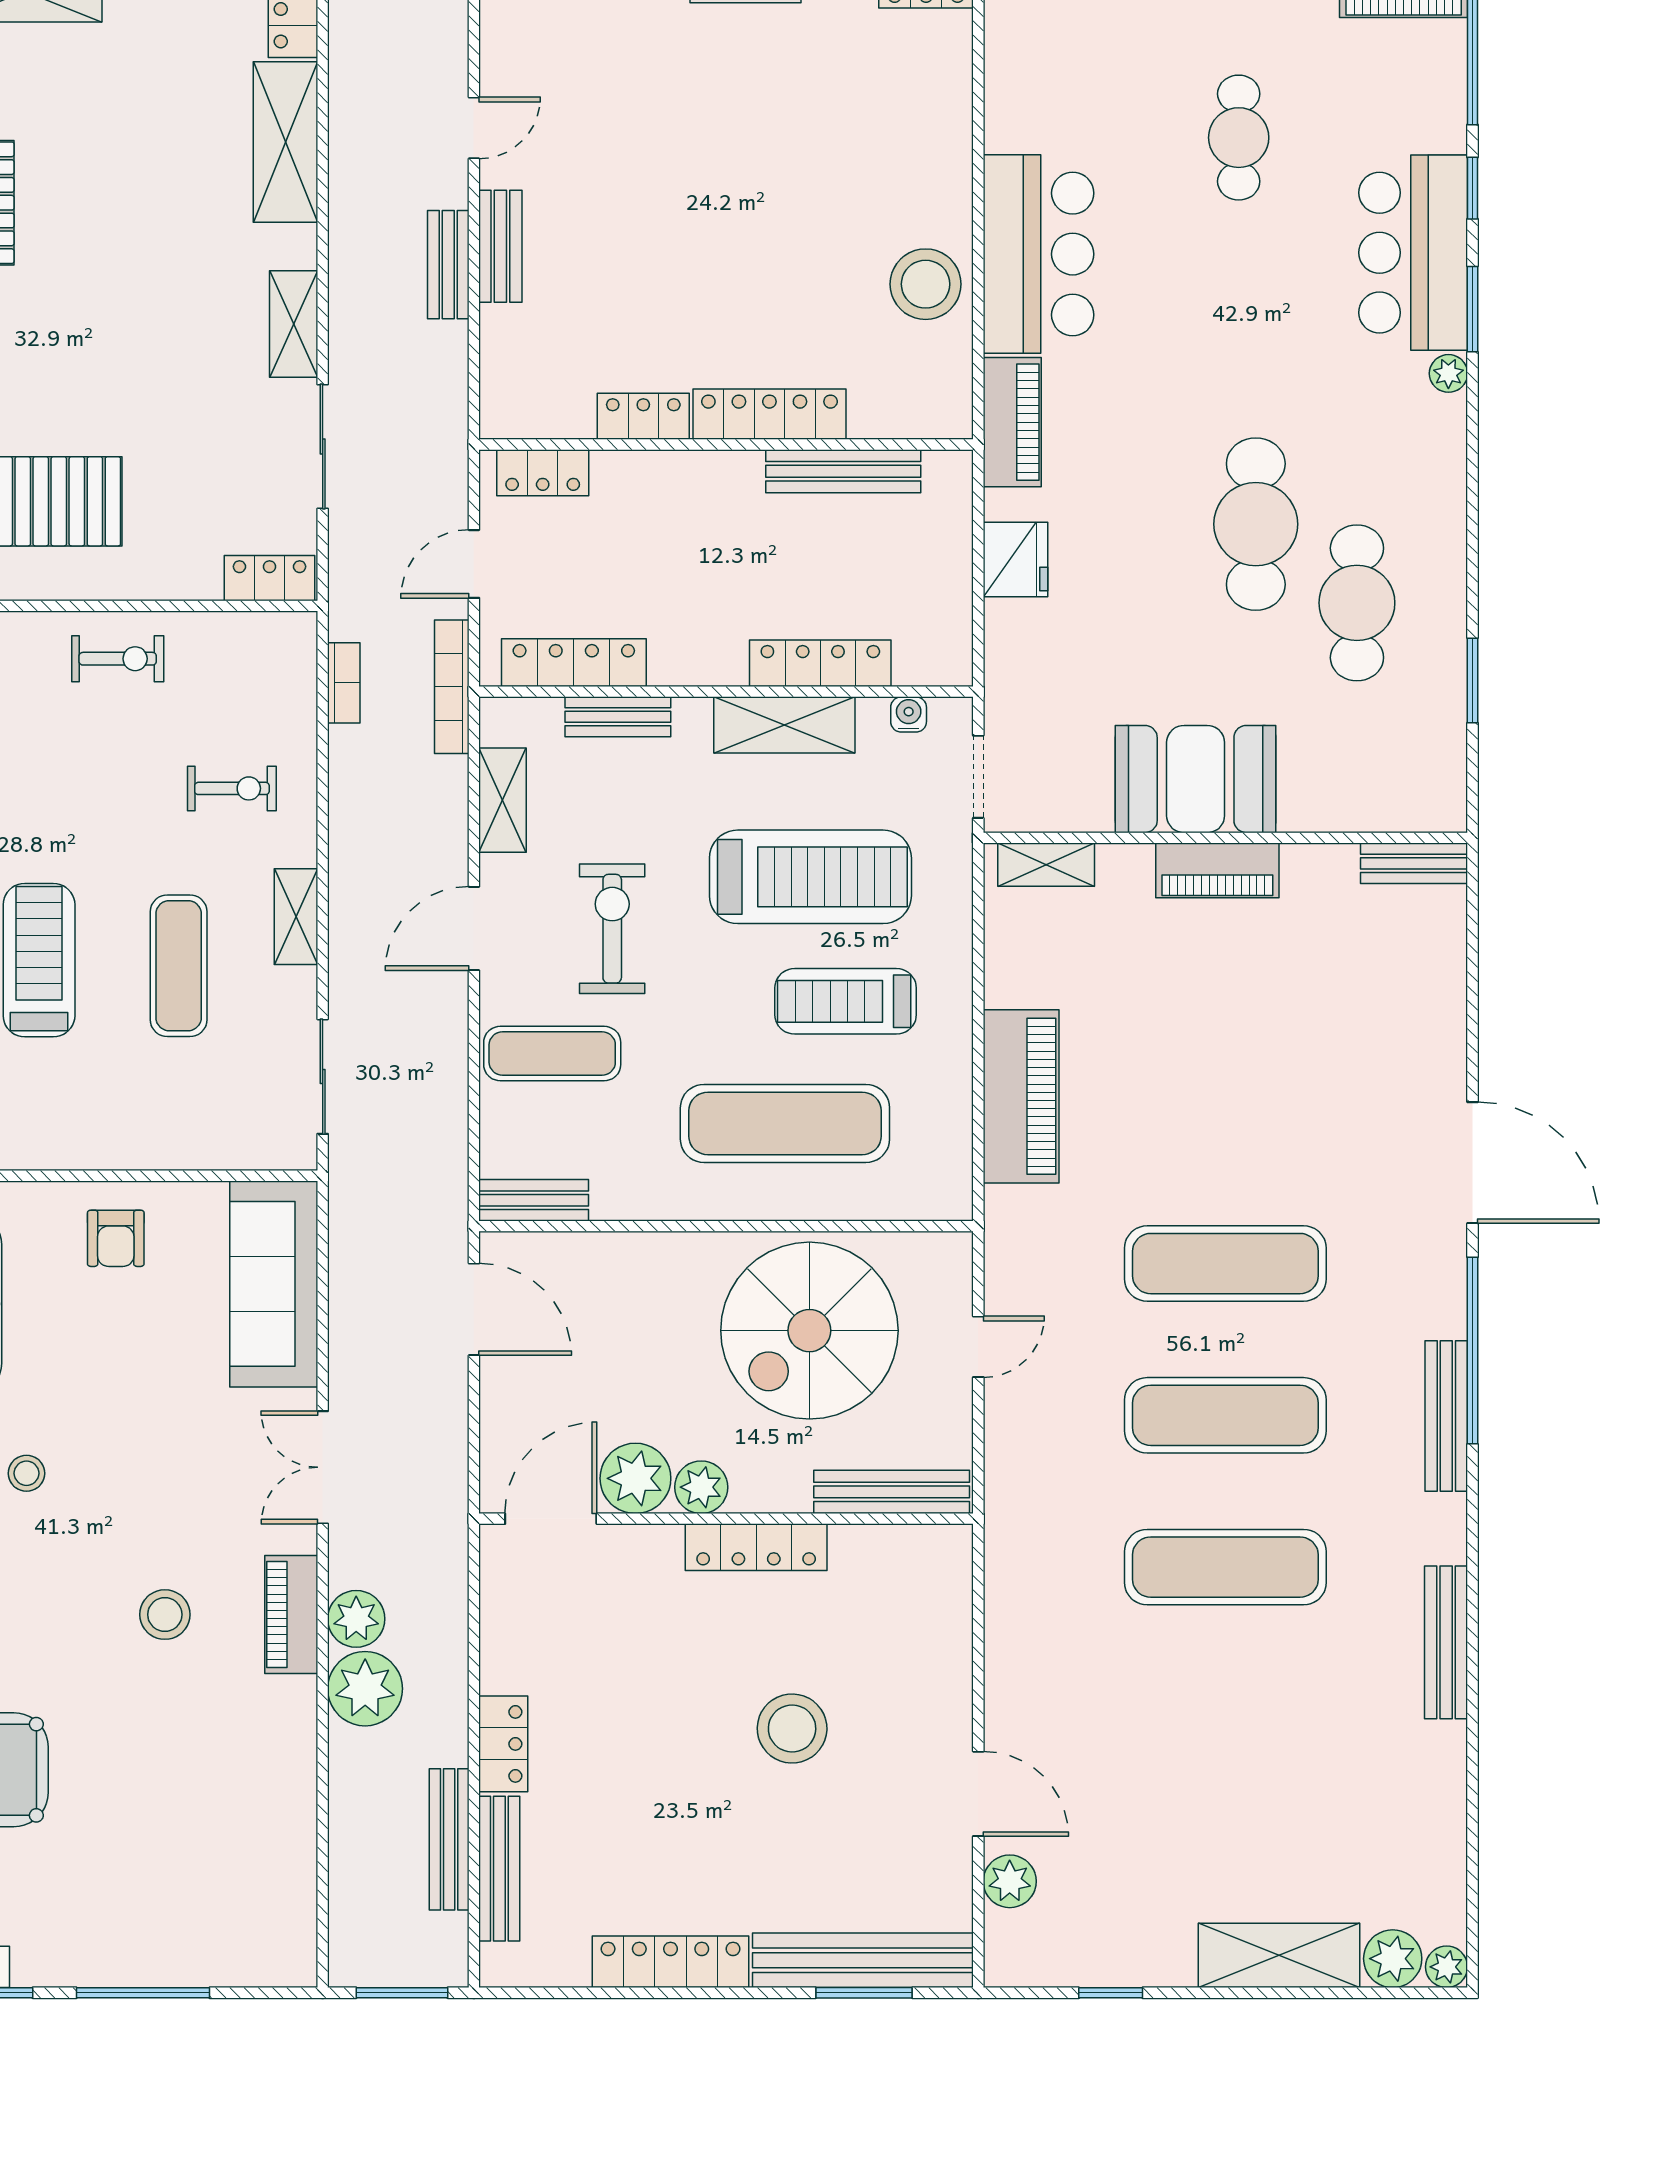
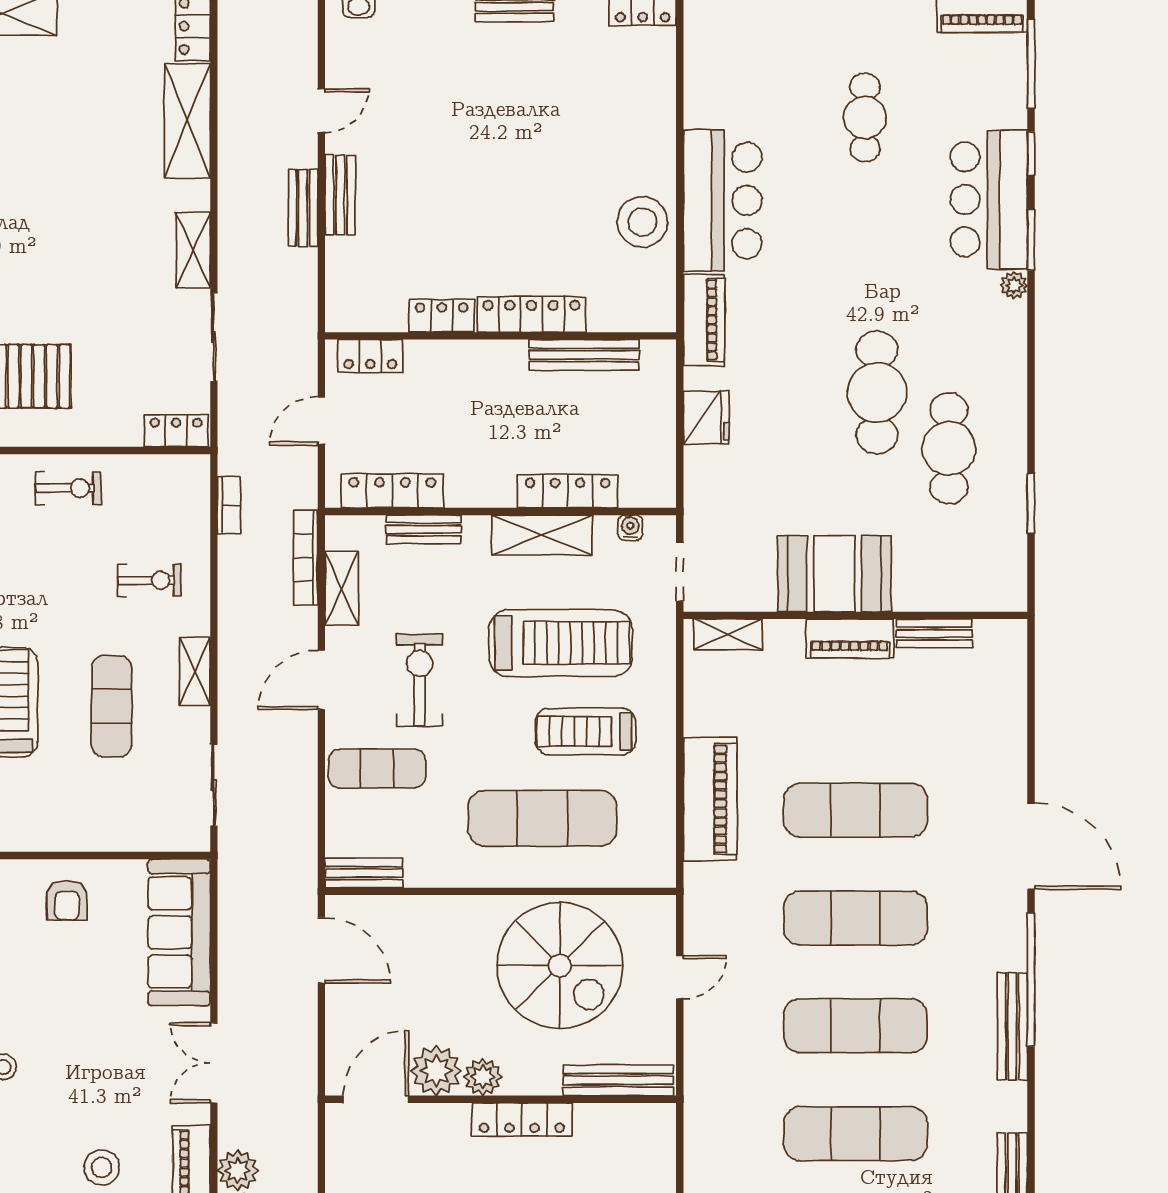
bookcase: (452, 687) -> (306, 558), moved
bench: (1414, 863) -> (934, 633), moved
exercise mat: (1225, 1112) -> (855, 810), added
spiral stairs: (809, 1331) -> (560, 966), turned -90

